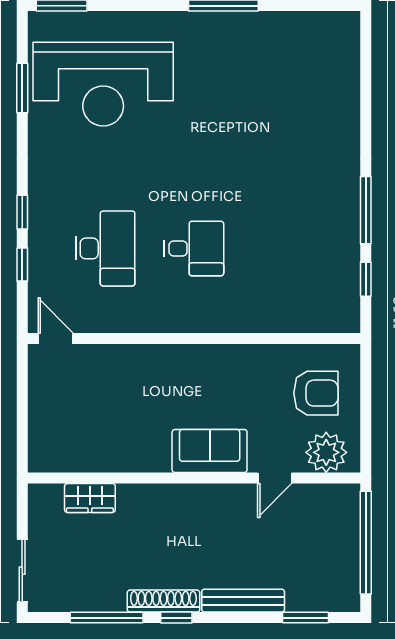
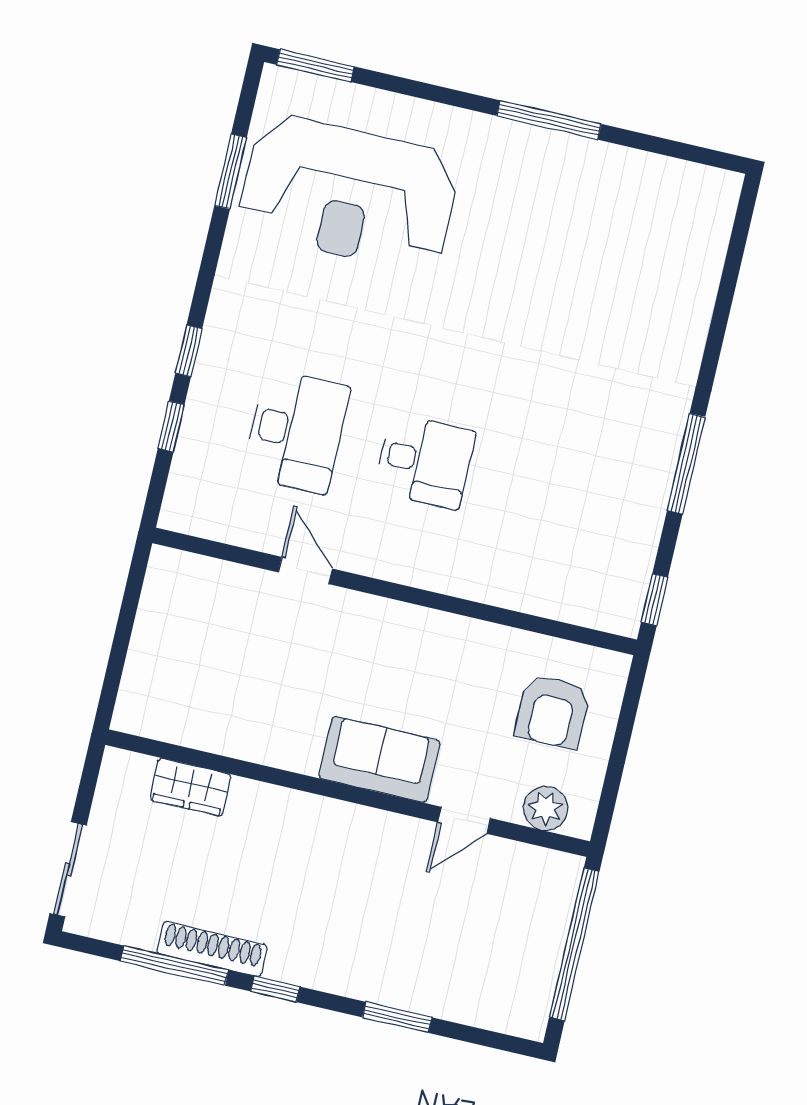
window: (366, 279) -> (654, 600), moved
door: (56, 338) -> (305, 571), moved
armchair: (316, 393) -> (552, 711), turned 90
plant: (326, 452) -> (546, 808), width x0.73, depth x0.73
shoe rack: (164, 601) -> (212, 949), moved
bench: (243, 601) -> (377, 987), removed
window: (305, 618) -> (397, 1017), moved

